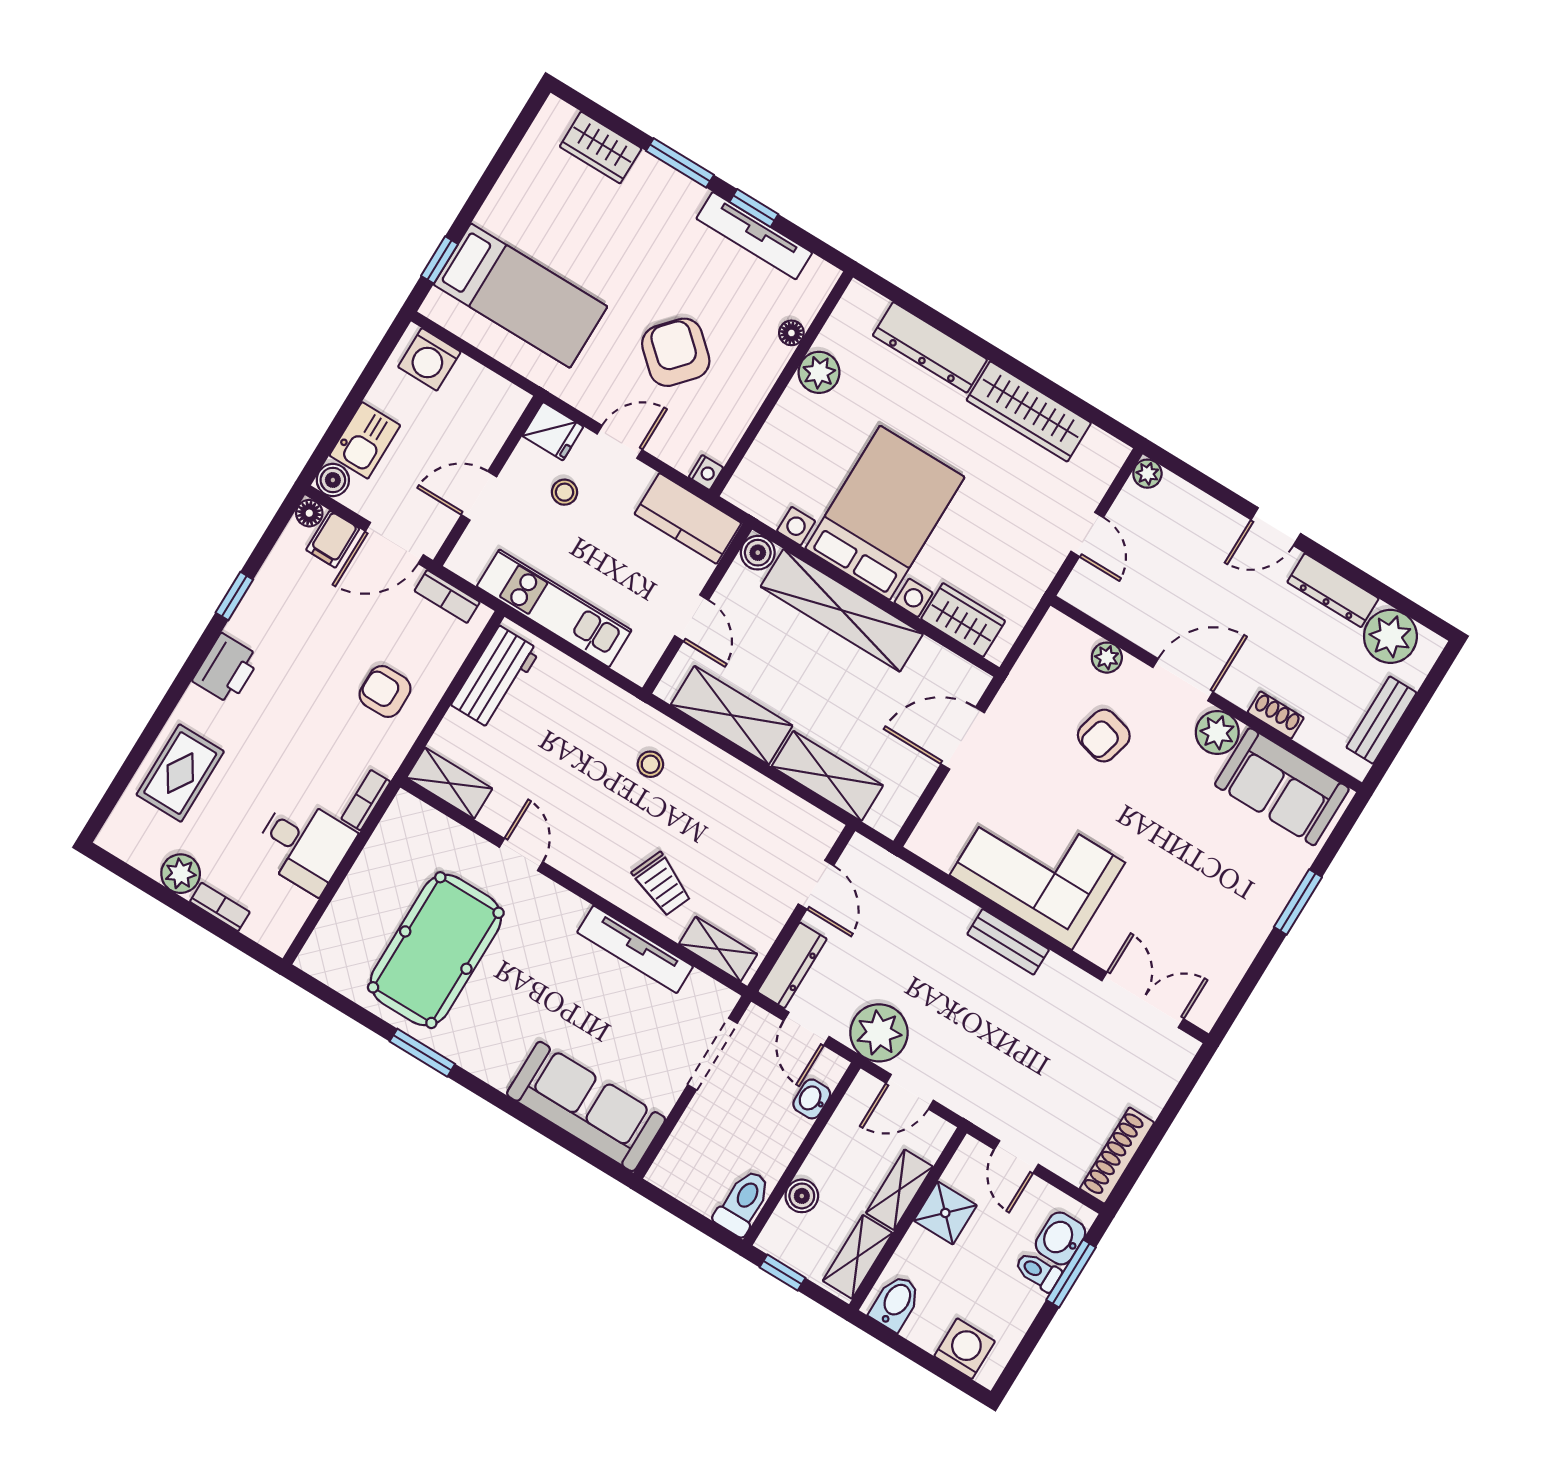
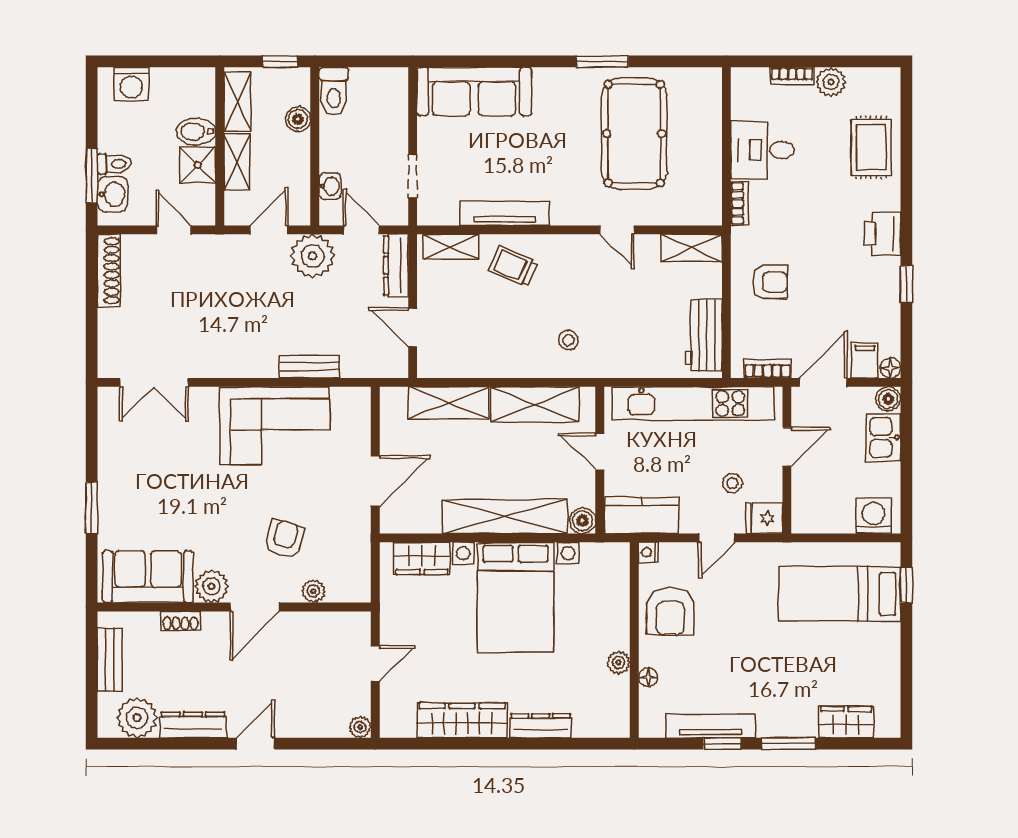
dresser: (930, 347) -> (541, 726), width x0.73, depth x0.80
armchair: (676, 352) -> (670, 611), moved, turned 48
plant: (819, 372) -> (619, 662), width x0.73, depth x0.73
door: (1087, 534) -> (375, 664), swing flipped
kitchen unit: (554, 608) -> (693, 403), width x1.36
bench: (1008, 942) -> (309, 367), moved
doorway: (713, 1054) -> (413, 176), width x0.73
bidet: (895, 1303) -> (196, 132), moved, turned 90

